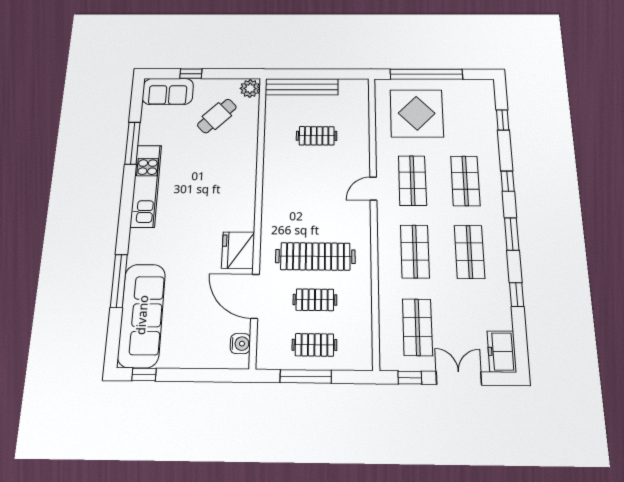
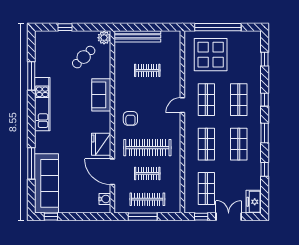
sofa: (168, 91) -> (101, 95), moved, turned 90
armchair: (288, 209) -> (130, 118), added
clothes rail: (314, 345) -> (147, 199), width x1.36

